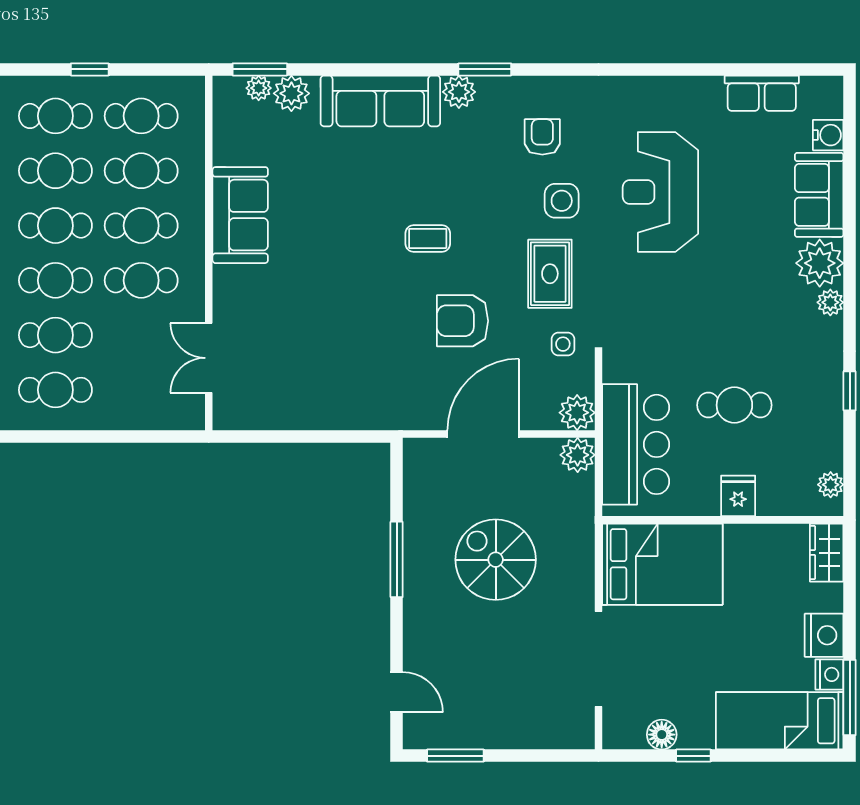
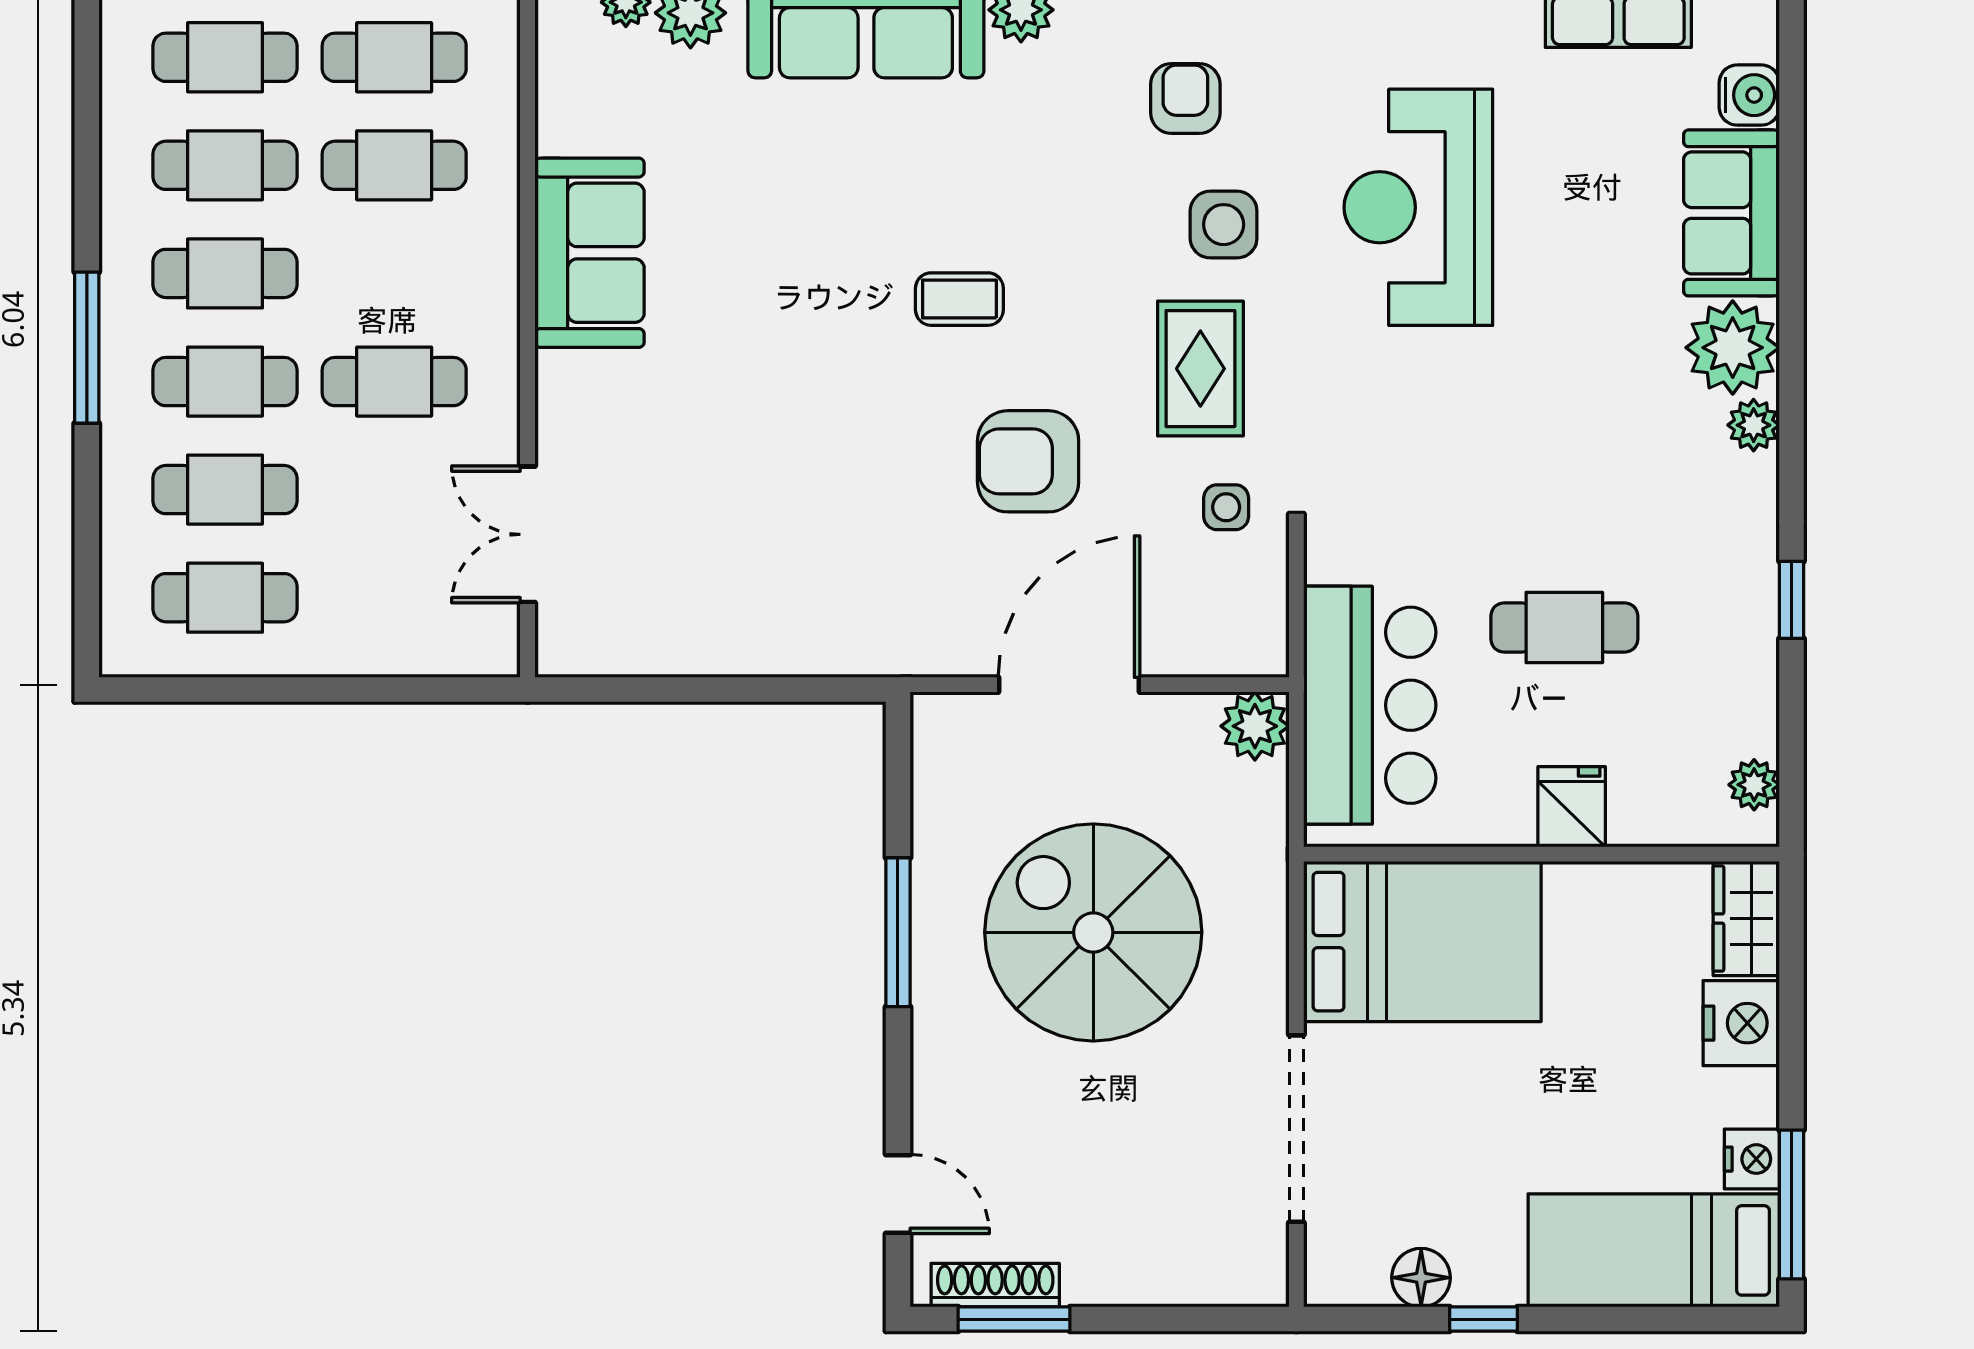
cafe table: (141, 226) -> (394, 273), removed
plant: (577, 413) -> (1254, 642), removed
spiral stairs: (496, 560) -> (1093, 932), width x1.37, depth x1.37
nightstand: (824, 635) -> (1741, 1023), moved
shoe rack: (446, 738) -> (995, 1285), added

